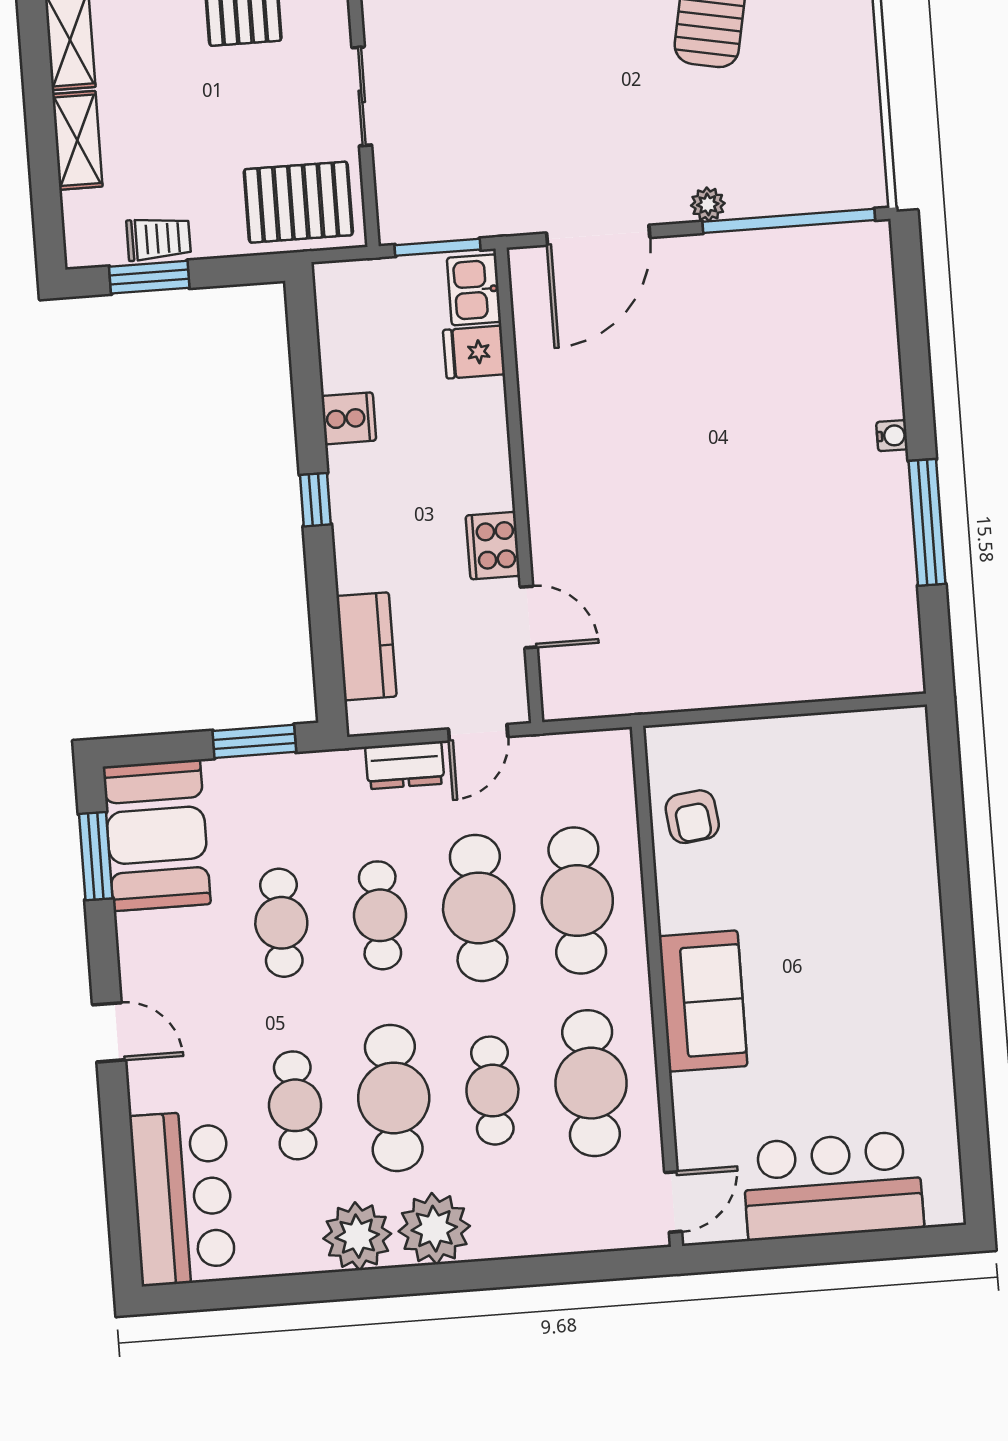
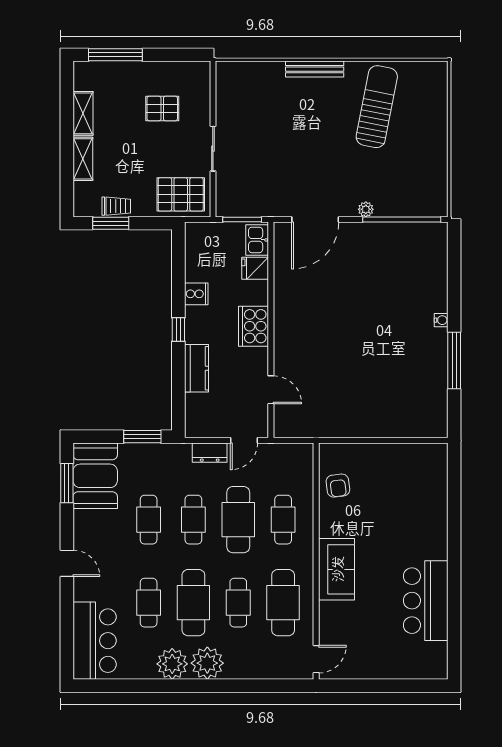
cooker: (493, 546) -> (254, 326), moved, width x1.37, depth x1.31
kitchen counter: (366, 646) -> (196, 368), moved
cafe table: (577, 901) -> (283, 520), width x0.73, depth x0.74
bar counter: (833, 1186) -> (426, 601), moved, turned -90

